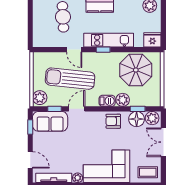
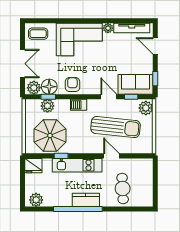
window: (103, 50) -> (61, 156), moved
plant: (123, 100) -> (47, 106), moved
door: (77, 109) -> (109, 97), swing flipped
armchair: (113, 121) -> (72, 85), turned -90

